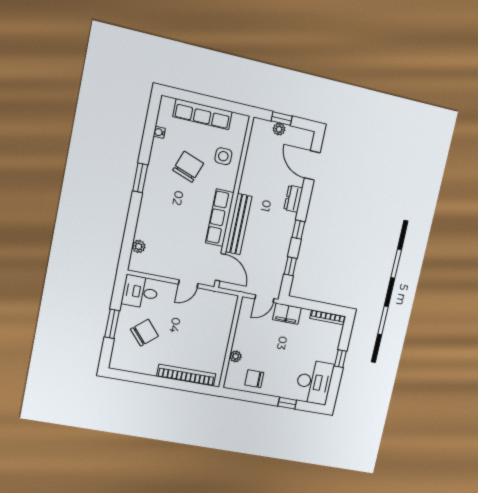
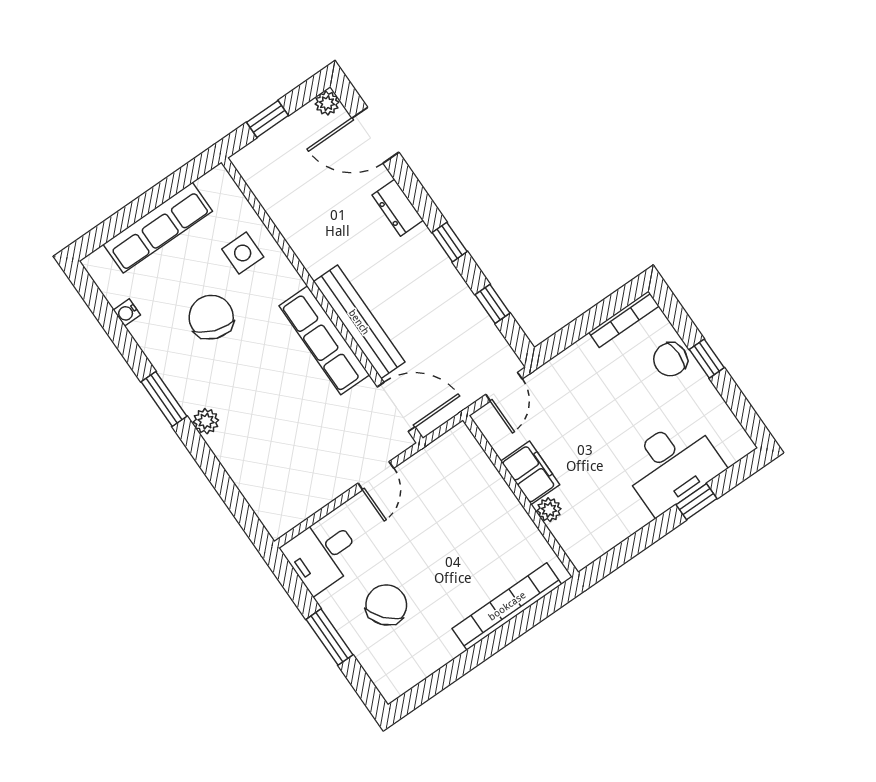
plant: (279, 129) -> (327, 103), moved
plant: (139, 246) -> (206, 421), moved
filing cabinet: (287, 314) -> (530, 473), moved, turned -90
chair: (254, 379) -> (670, 359), moved
desk: (314, 382) -> (672, 465), moved, turned 90

